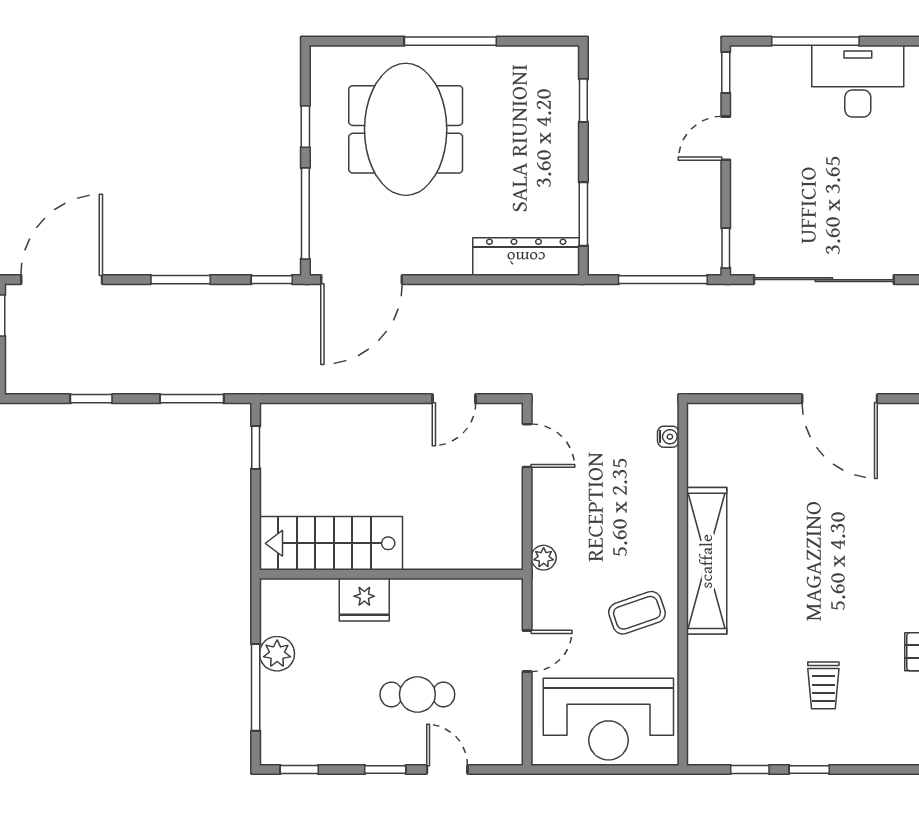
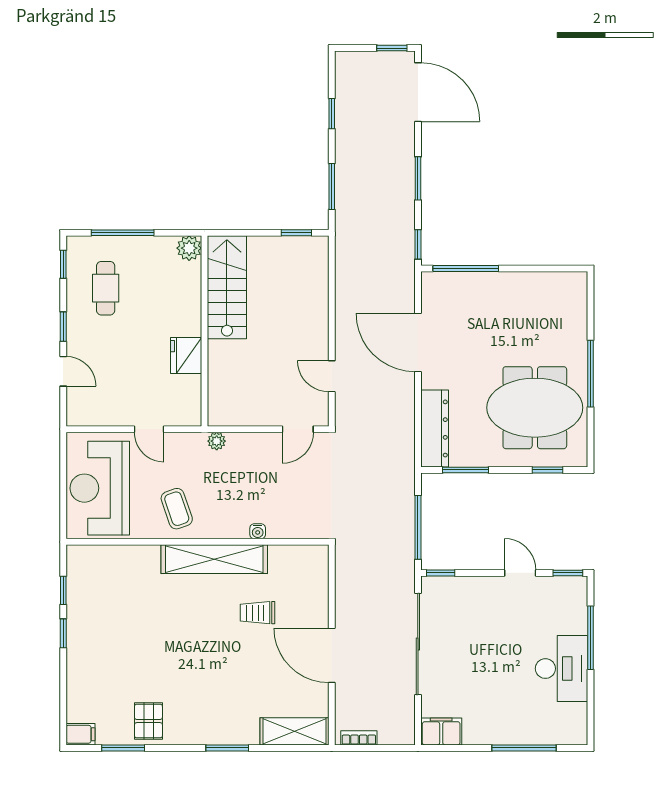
window: (305, 127) -> (529, 269), removed
meeting table: (406, 129) -> (535, 408), moved
door: (362, 280) -> (418, 342), moved
door: (840, 399) -> (332, 655), hinge flipped
water cooler: (668, 437) -> (258, 531), moved
fridge: (364, 600) -> (186, 356), moved
plant: (277, 654) -> (189, 248), moved
trolley: (823, 685) -> (257, 613), moved
cafe table: (417, 694) -> (106, 288), moved
door: (447, 770) -> (63, 371), hinge flipped

